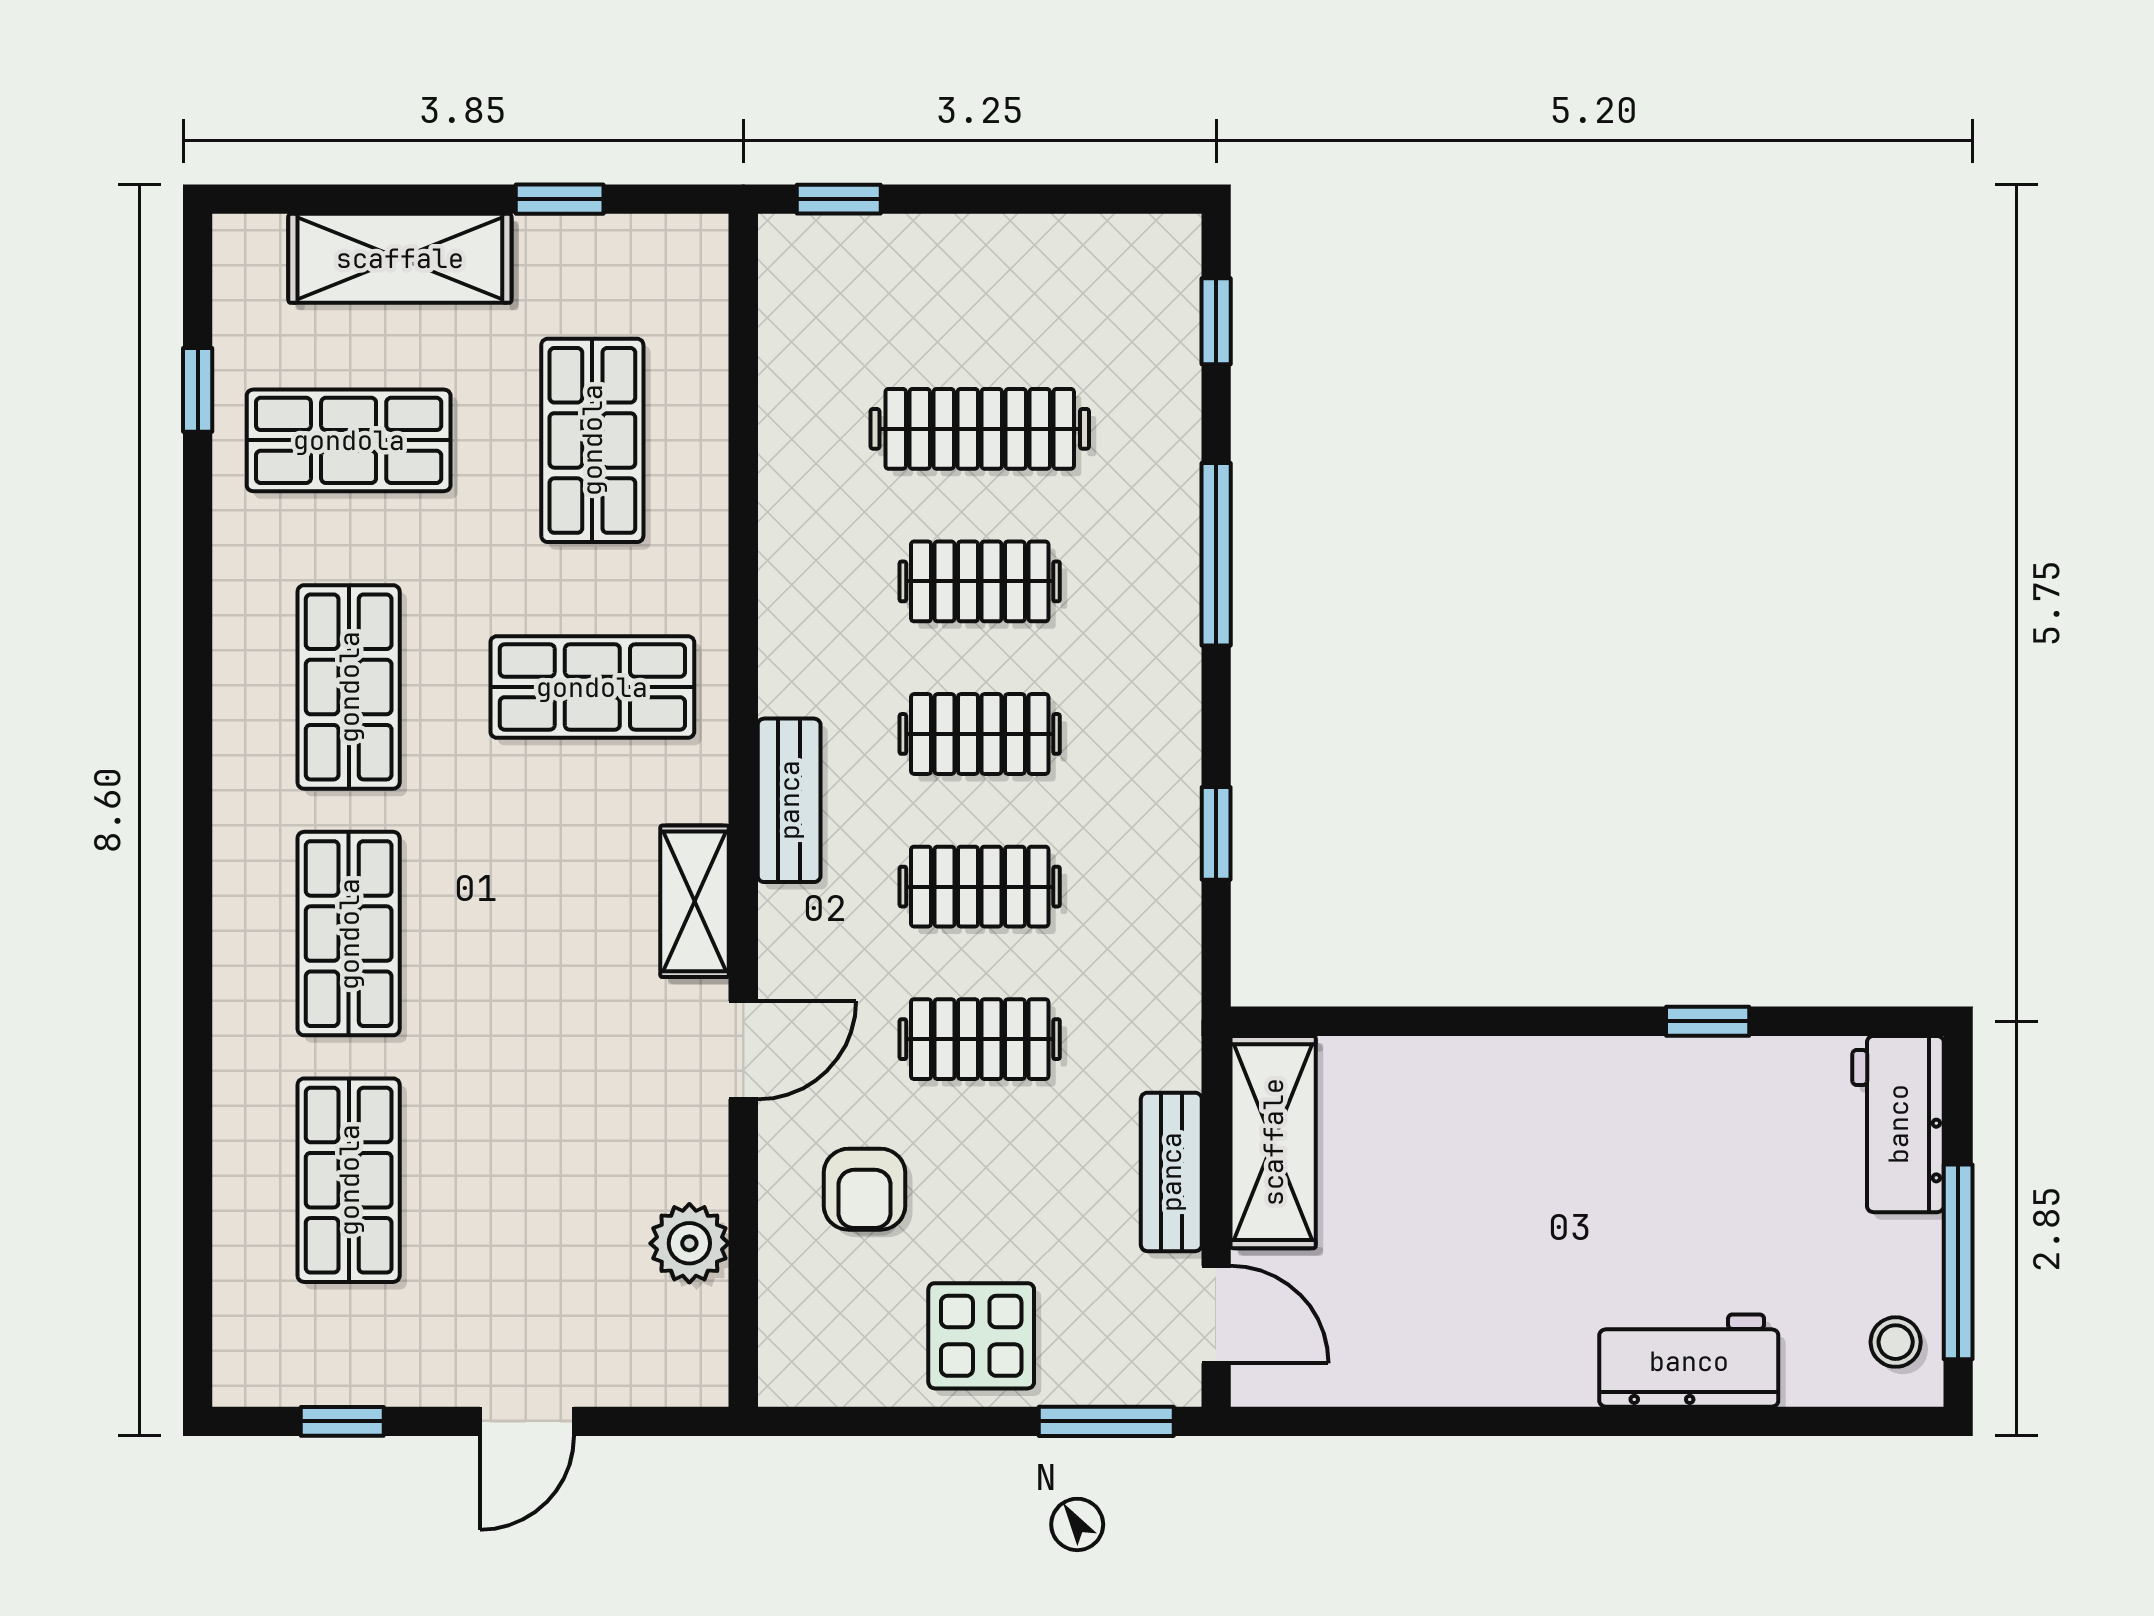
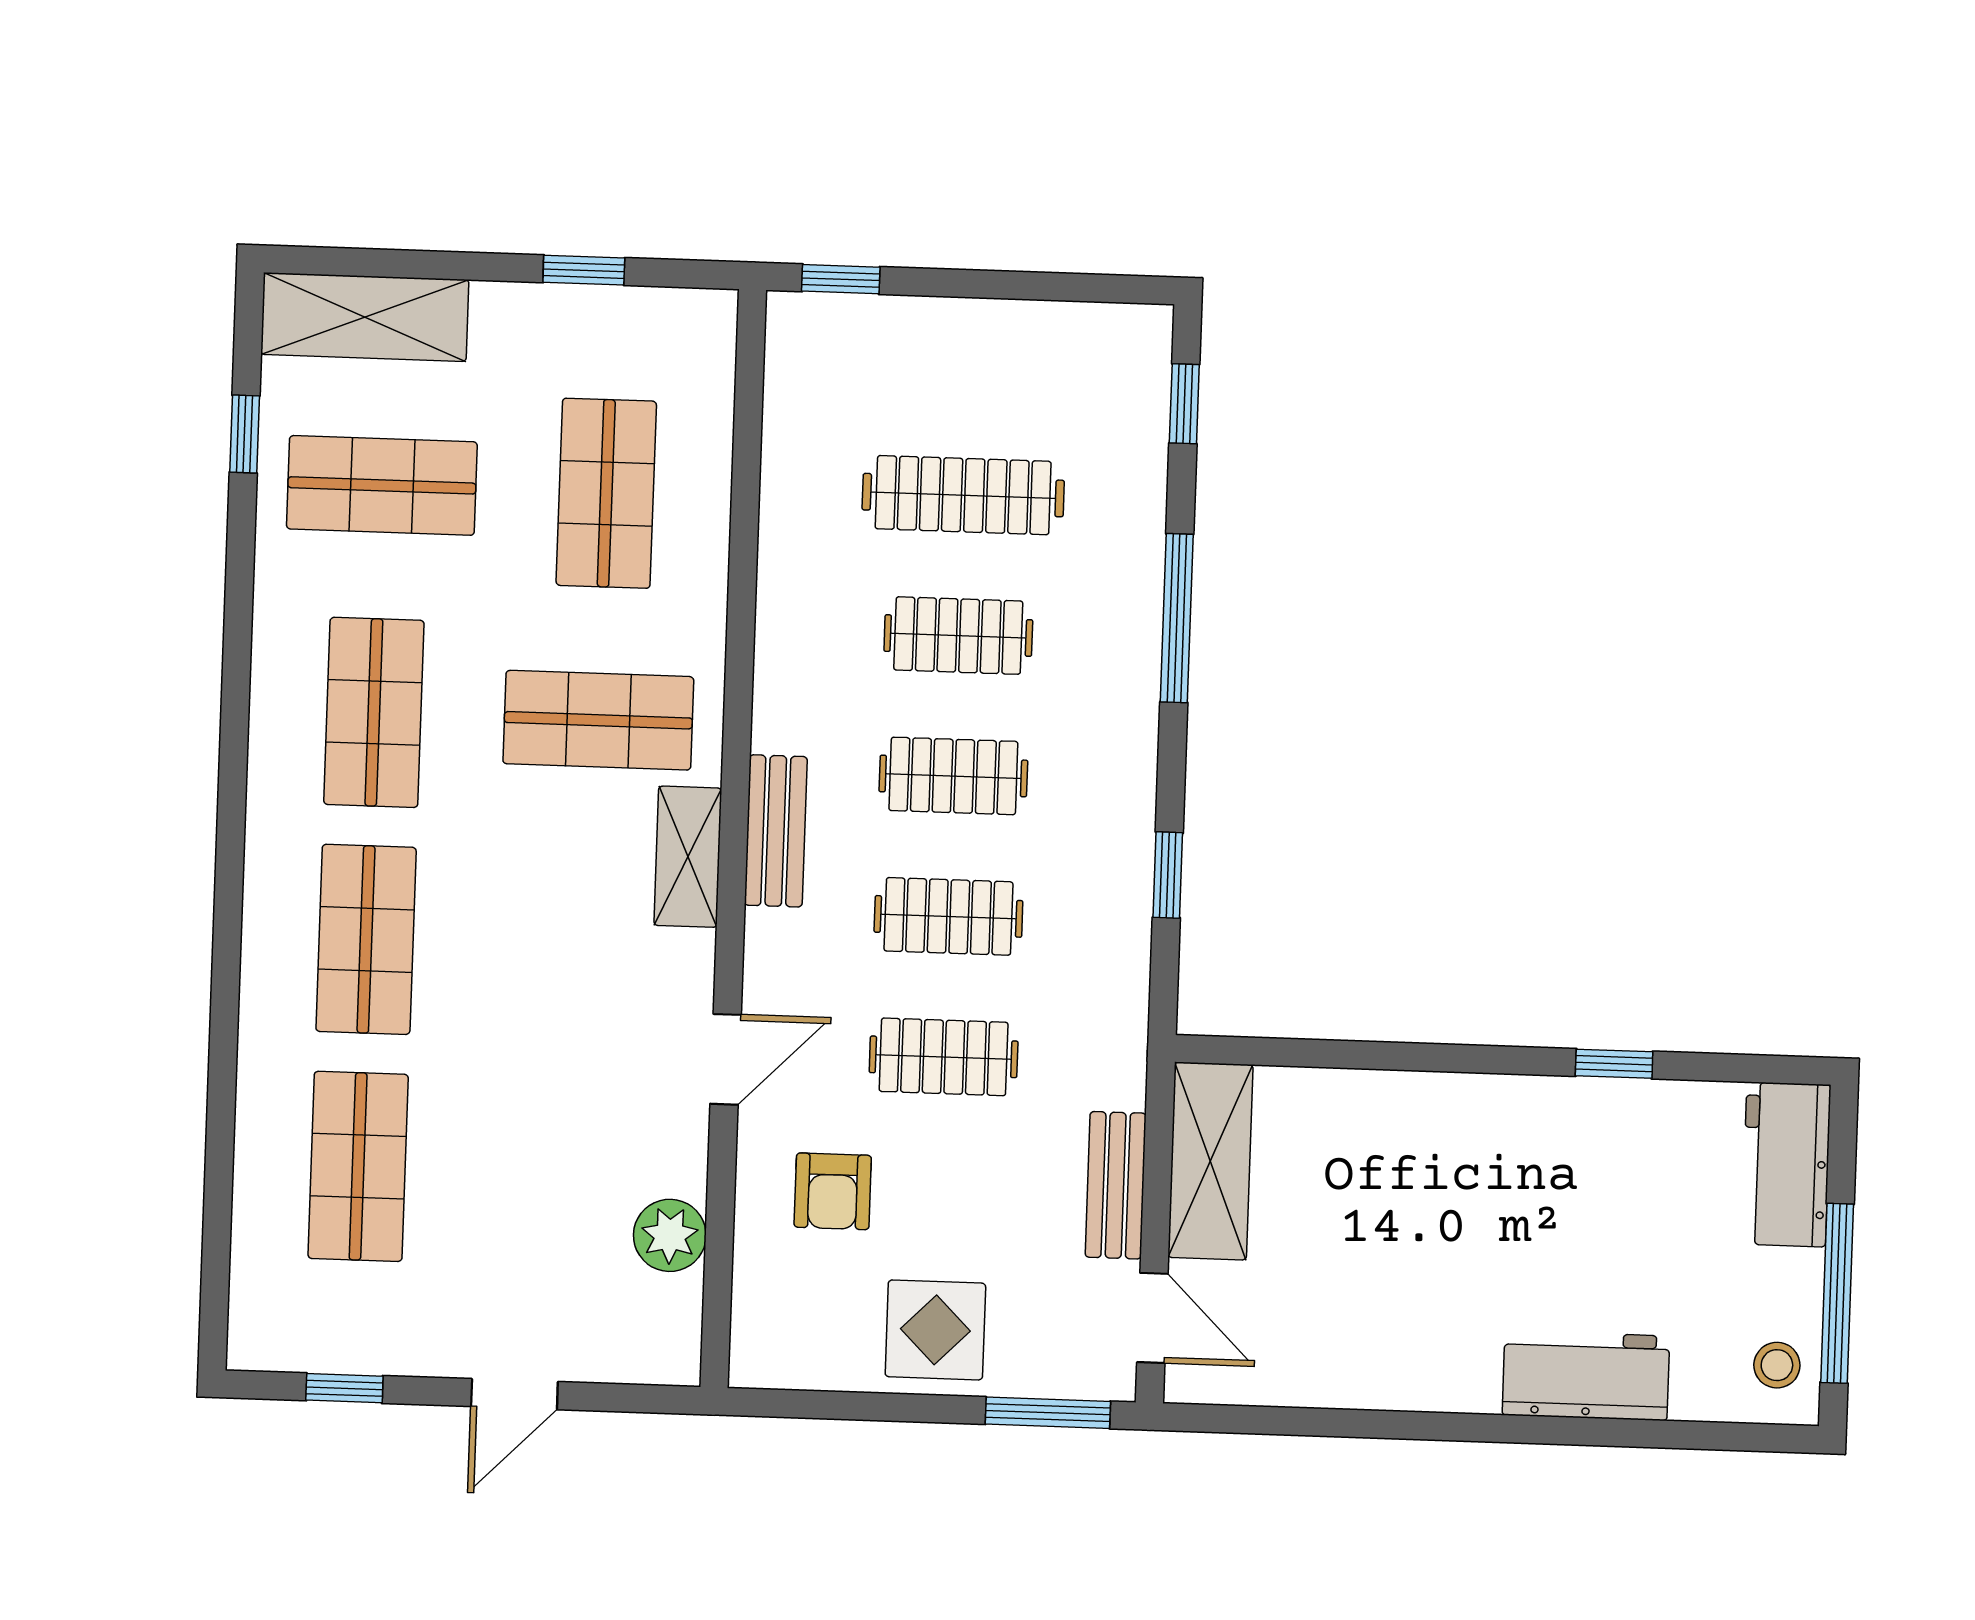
shelving: (400, 258) -> (365, 317), moved
shelving: (695, 901) -> (688, 857), moved

